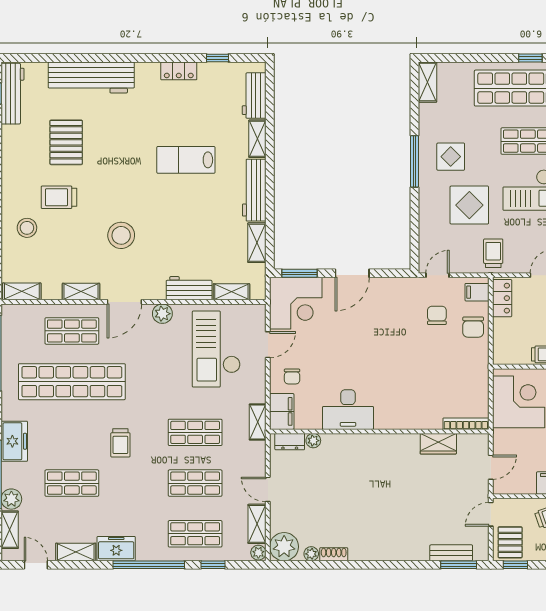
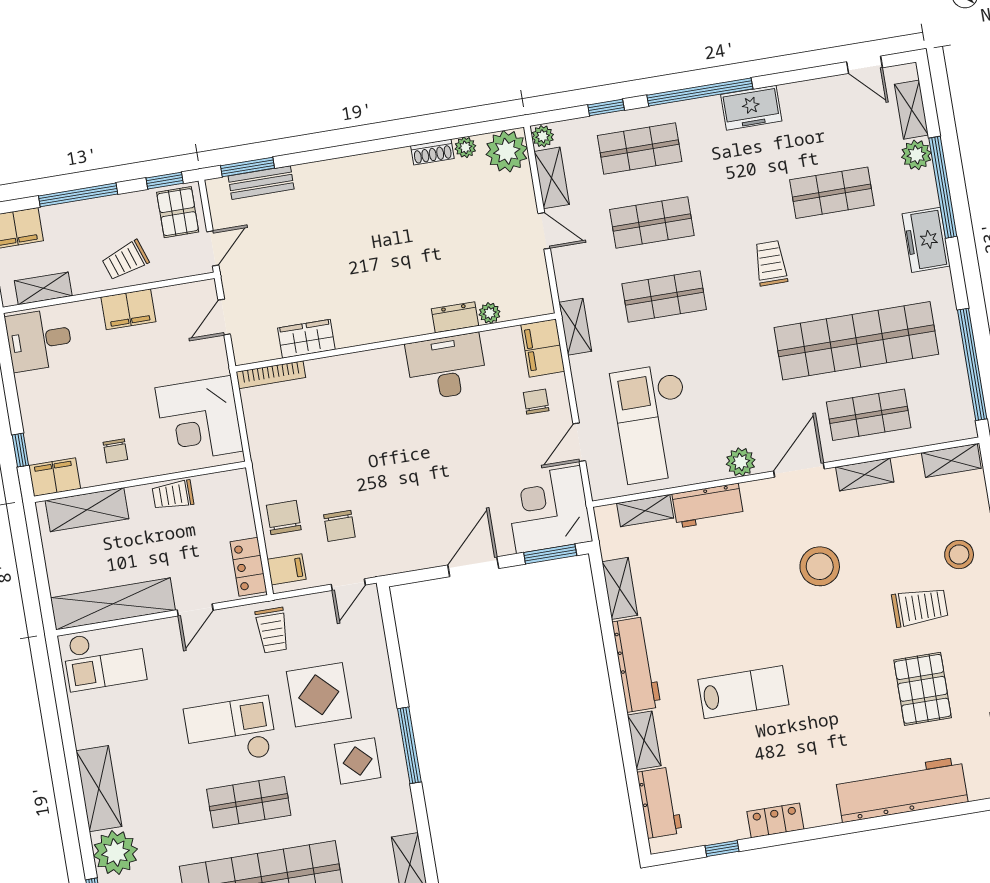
checkout: (216, 349) -> (653, 423), turned 180
dresser: (290, 442) -> (455, 317), moved
shelving: (76, 552) -> (809, 93), removed

